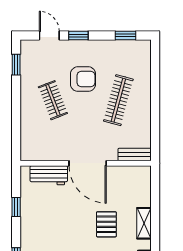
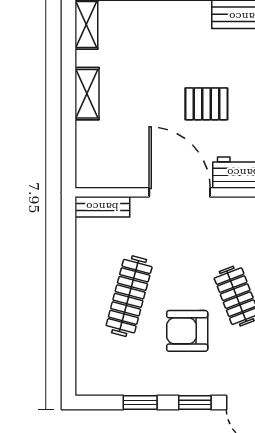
window: (125, 35) -> (140, 402), moved
pallet: (106, 224) -> (206, 104), moved, turned 90

